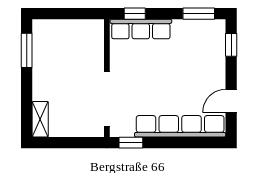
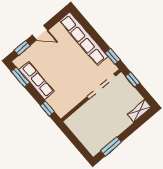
row of seats: (141, 29) -> (37, 81), moved
door: (231, 101) -> (40, 33), moved
window: (83, 143) -> (133, 80), added

